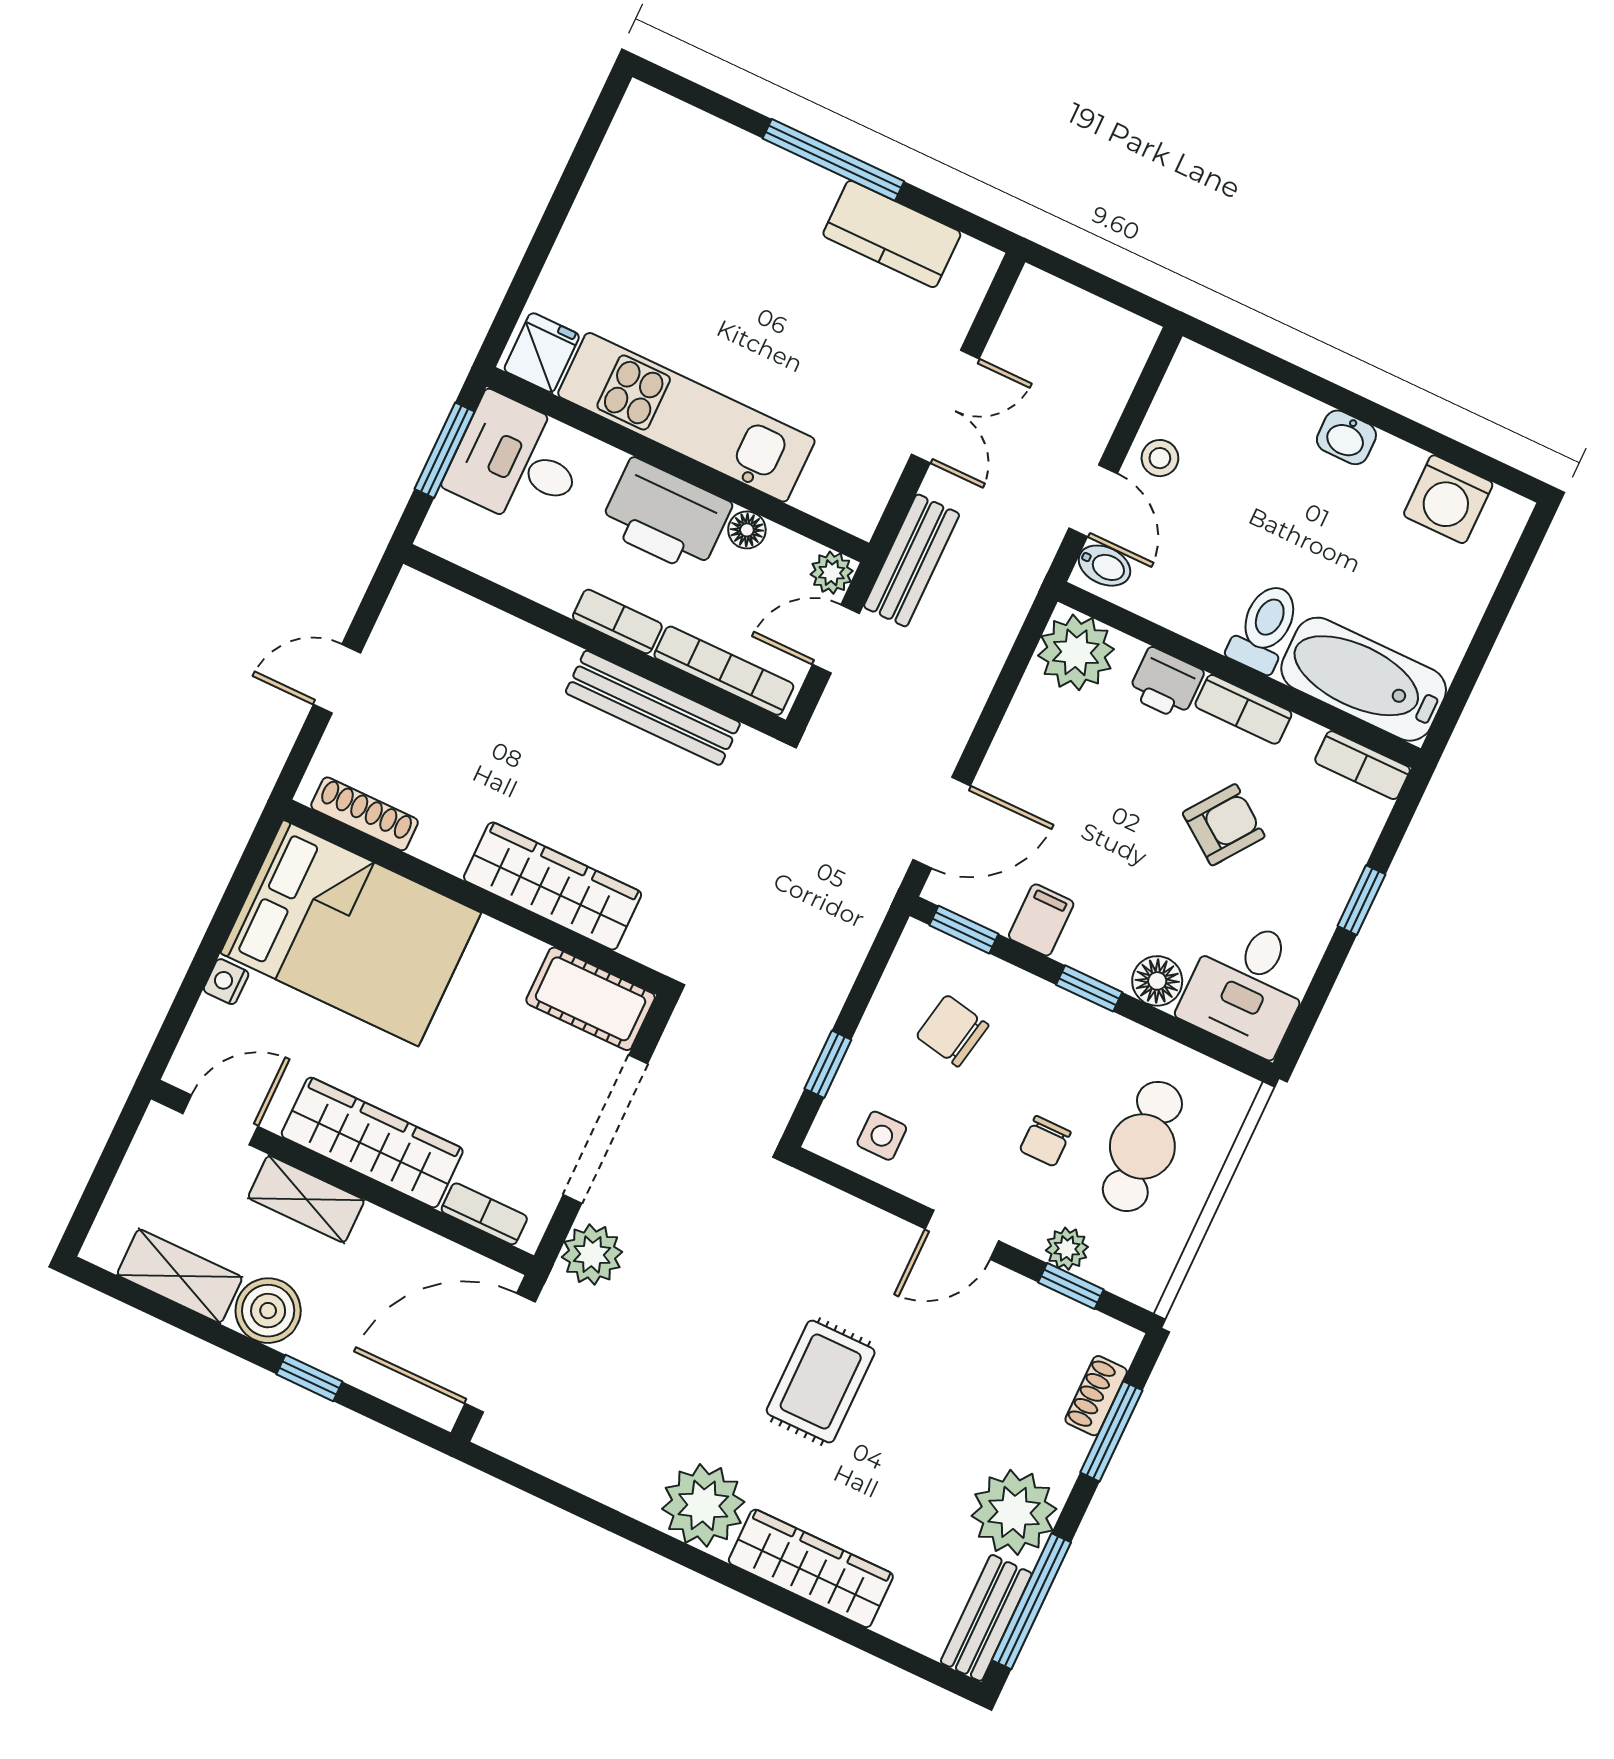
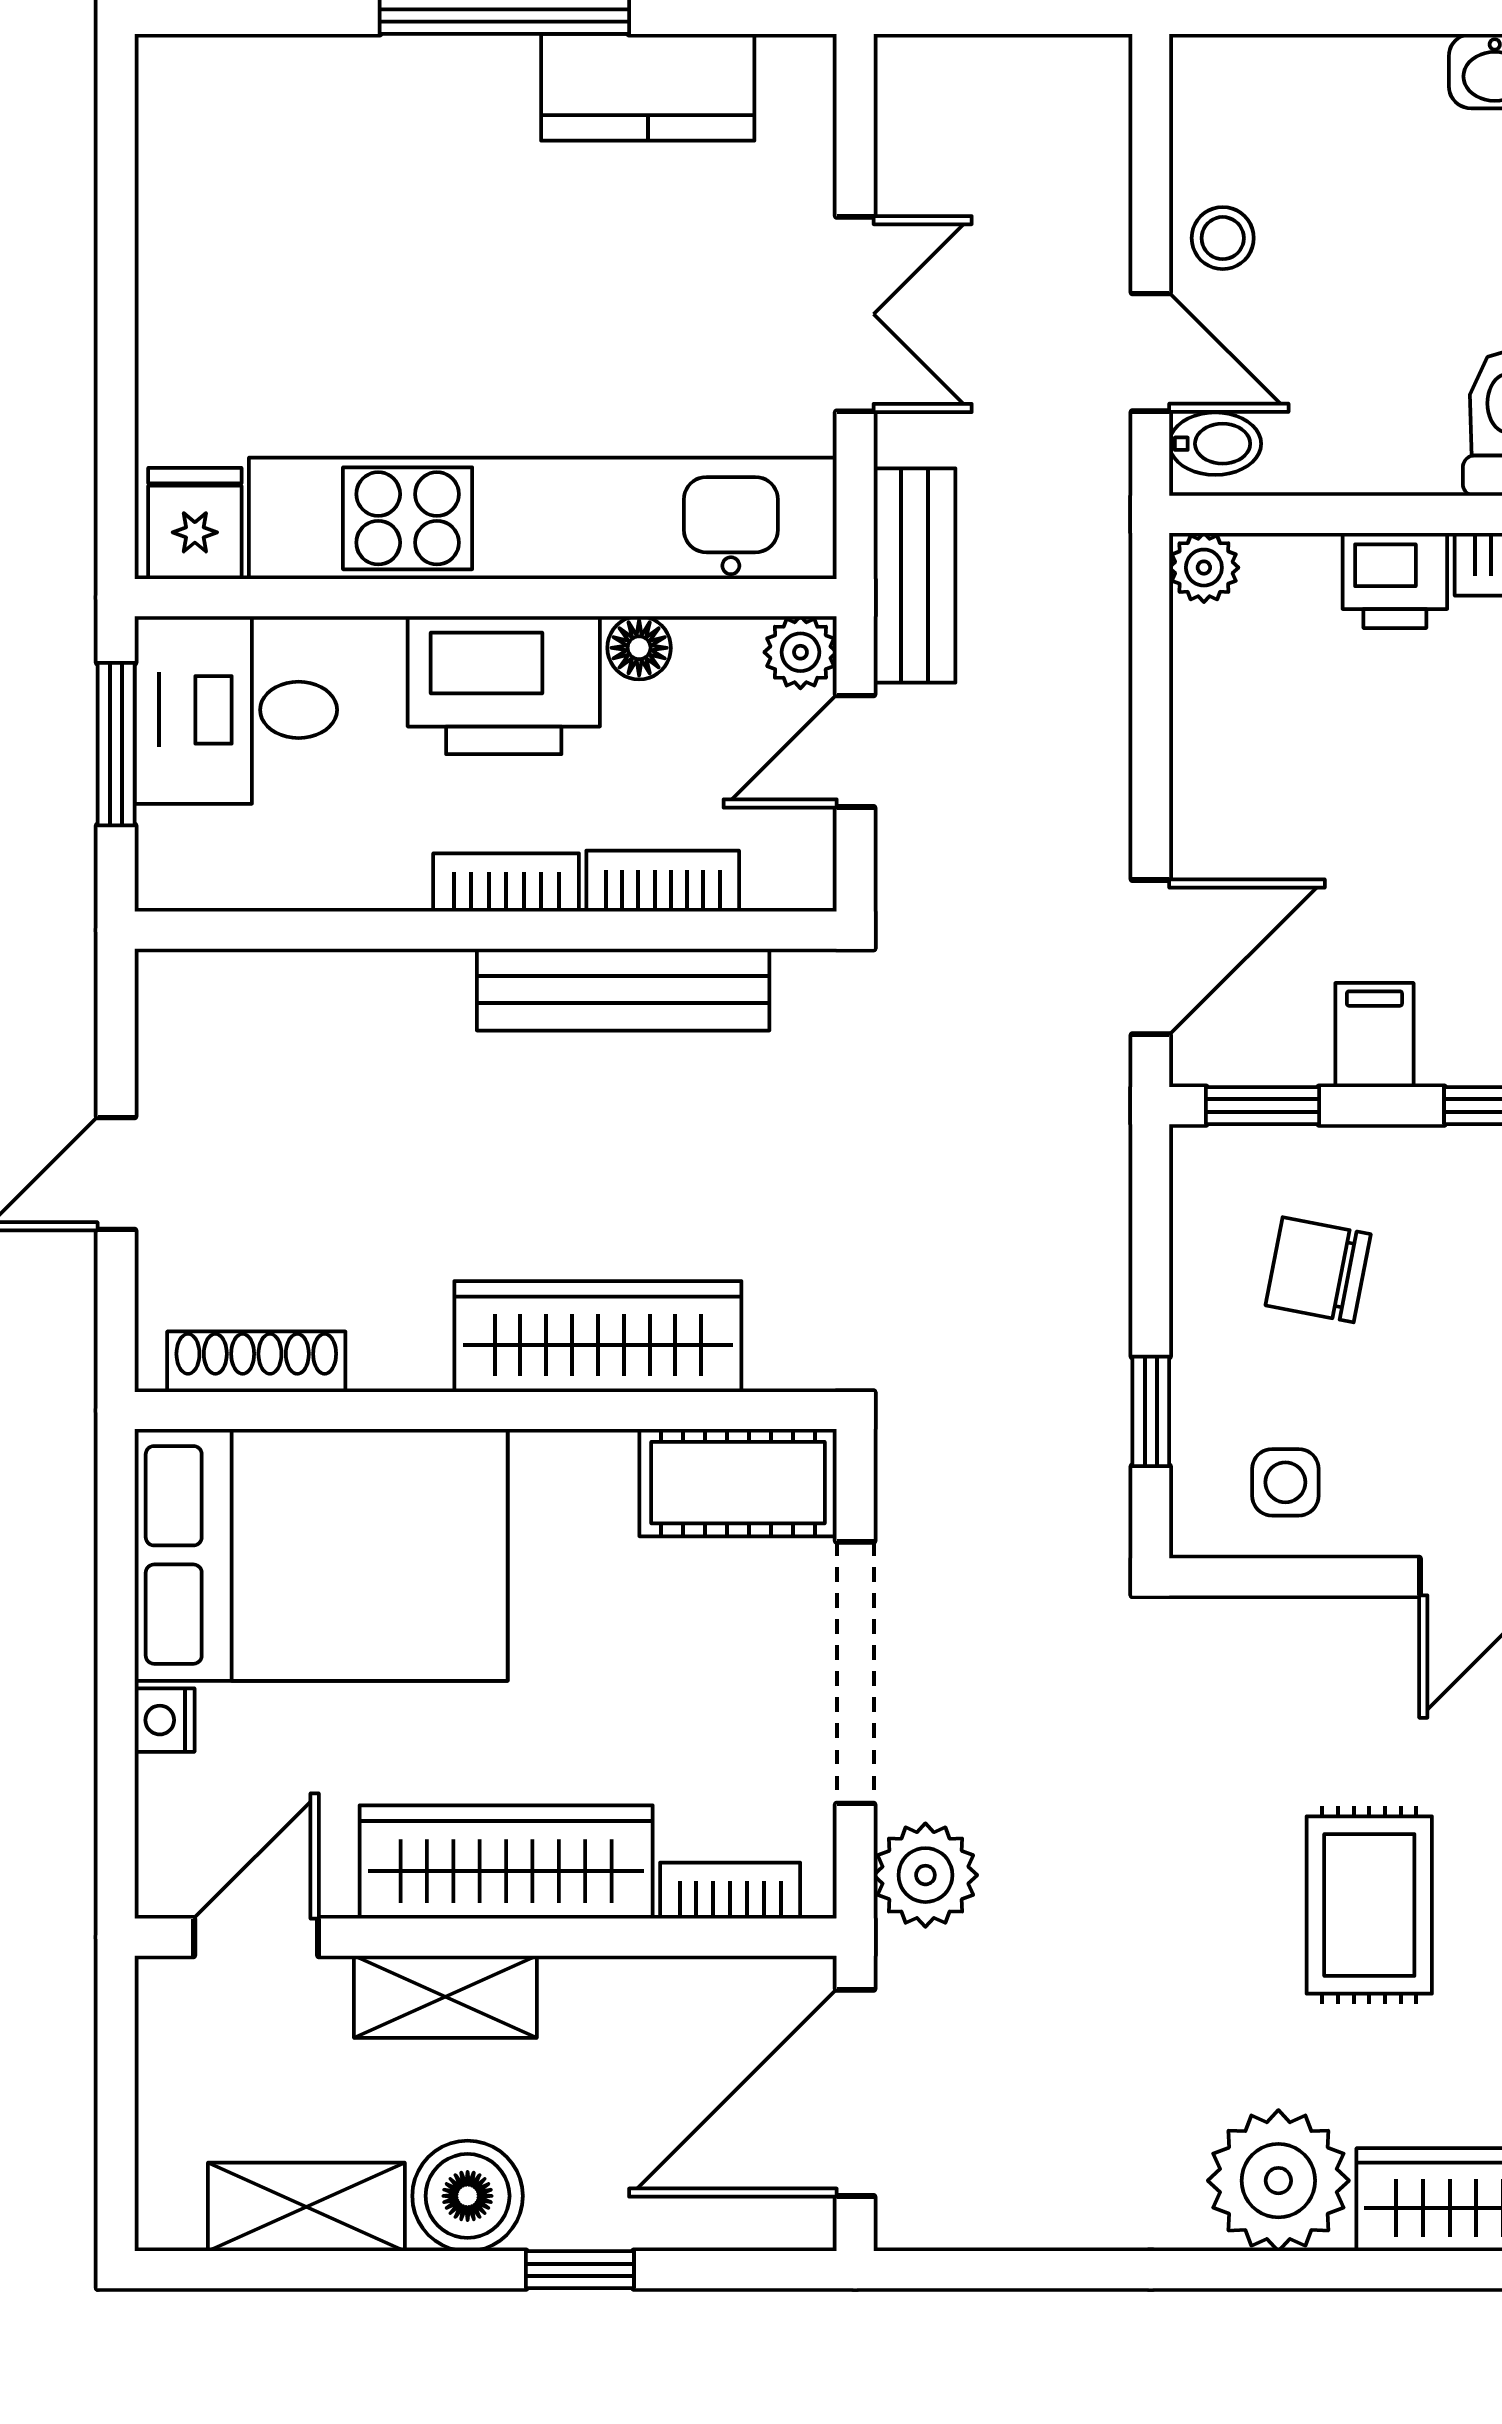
kitchen unit: (686, 417) -> (543, 518), width x1.36
plant: (1076, 652) -> (1204, 568), width x0.53, depth x0.53
bookcase: (724, 671) -> (663, 881), width x0.64

